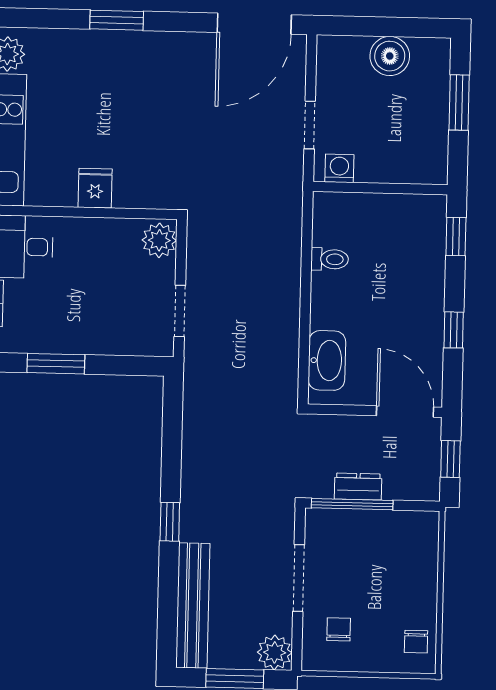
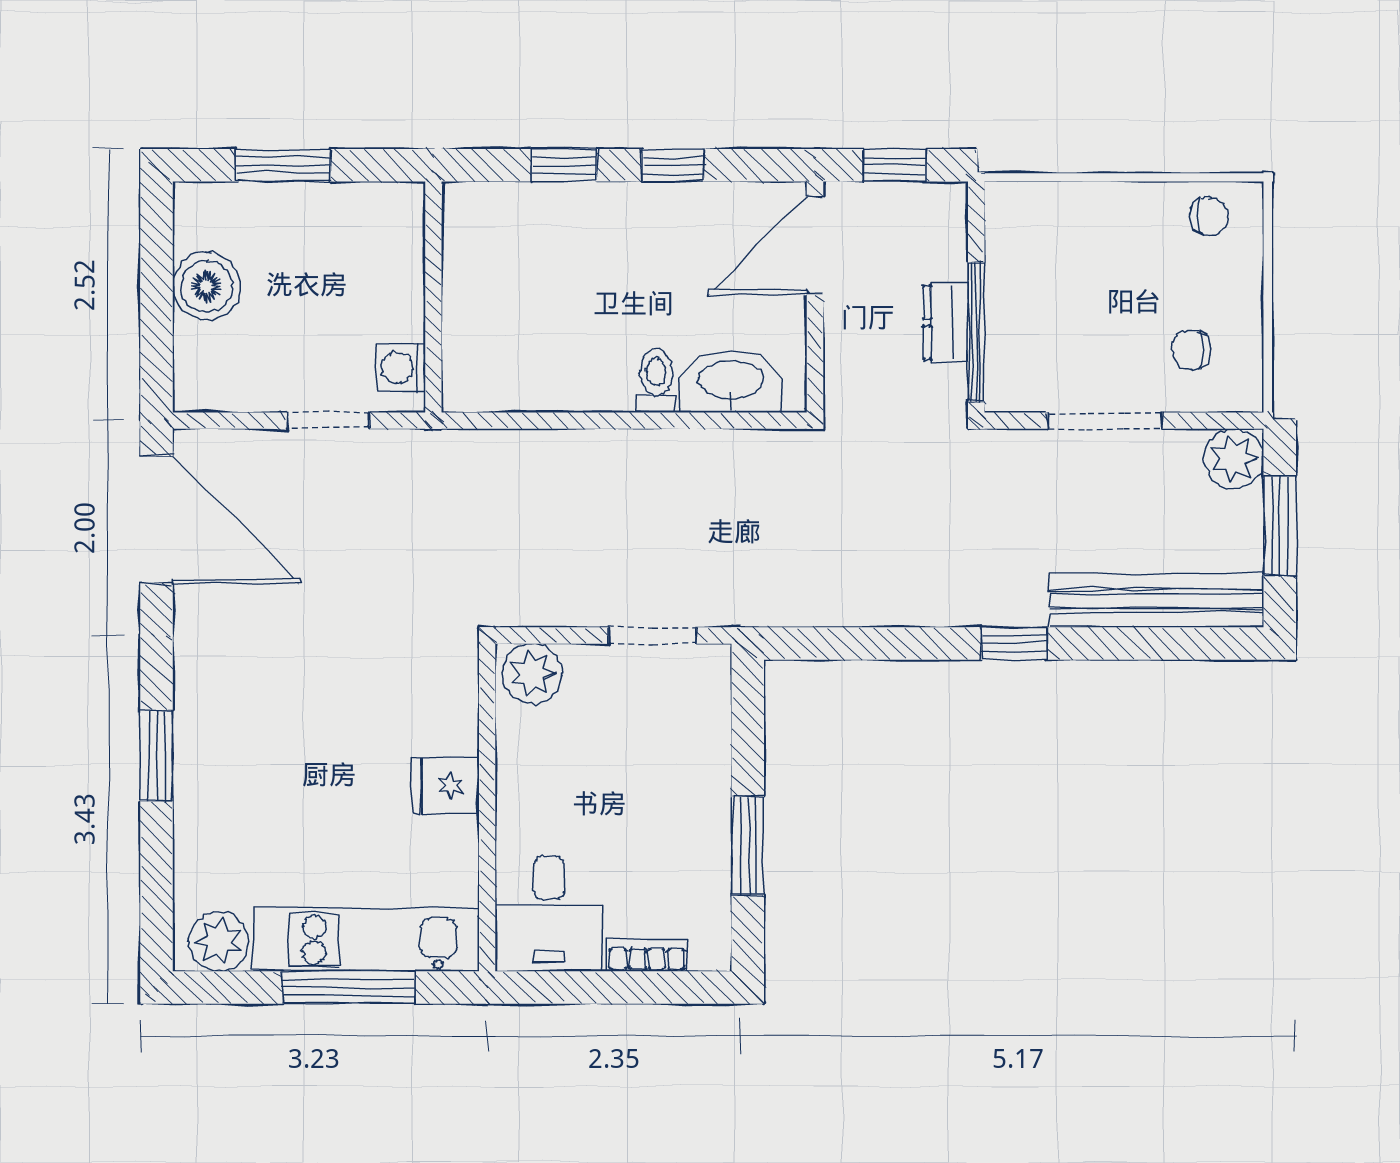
window: (456, 237) -> (564, 165), moved
toilet: (330, 259) -> (656, 381), moved

